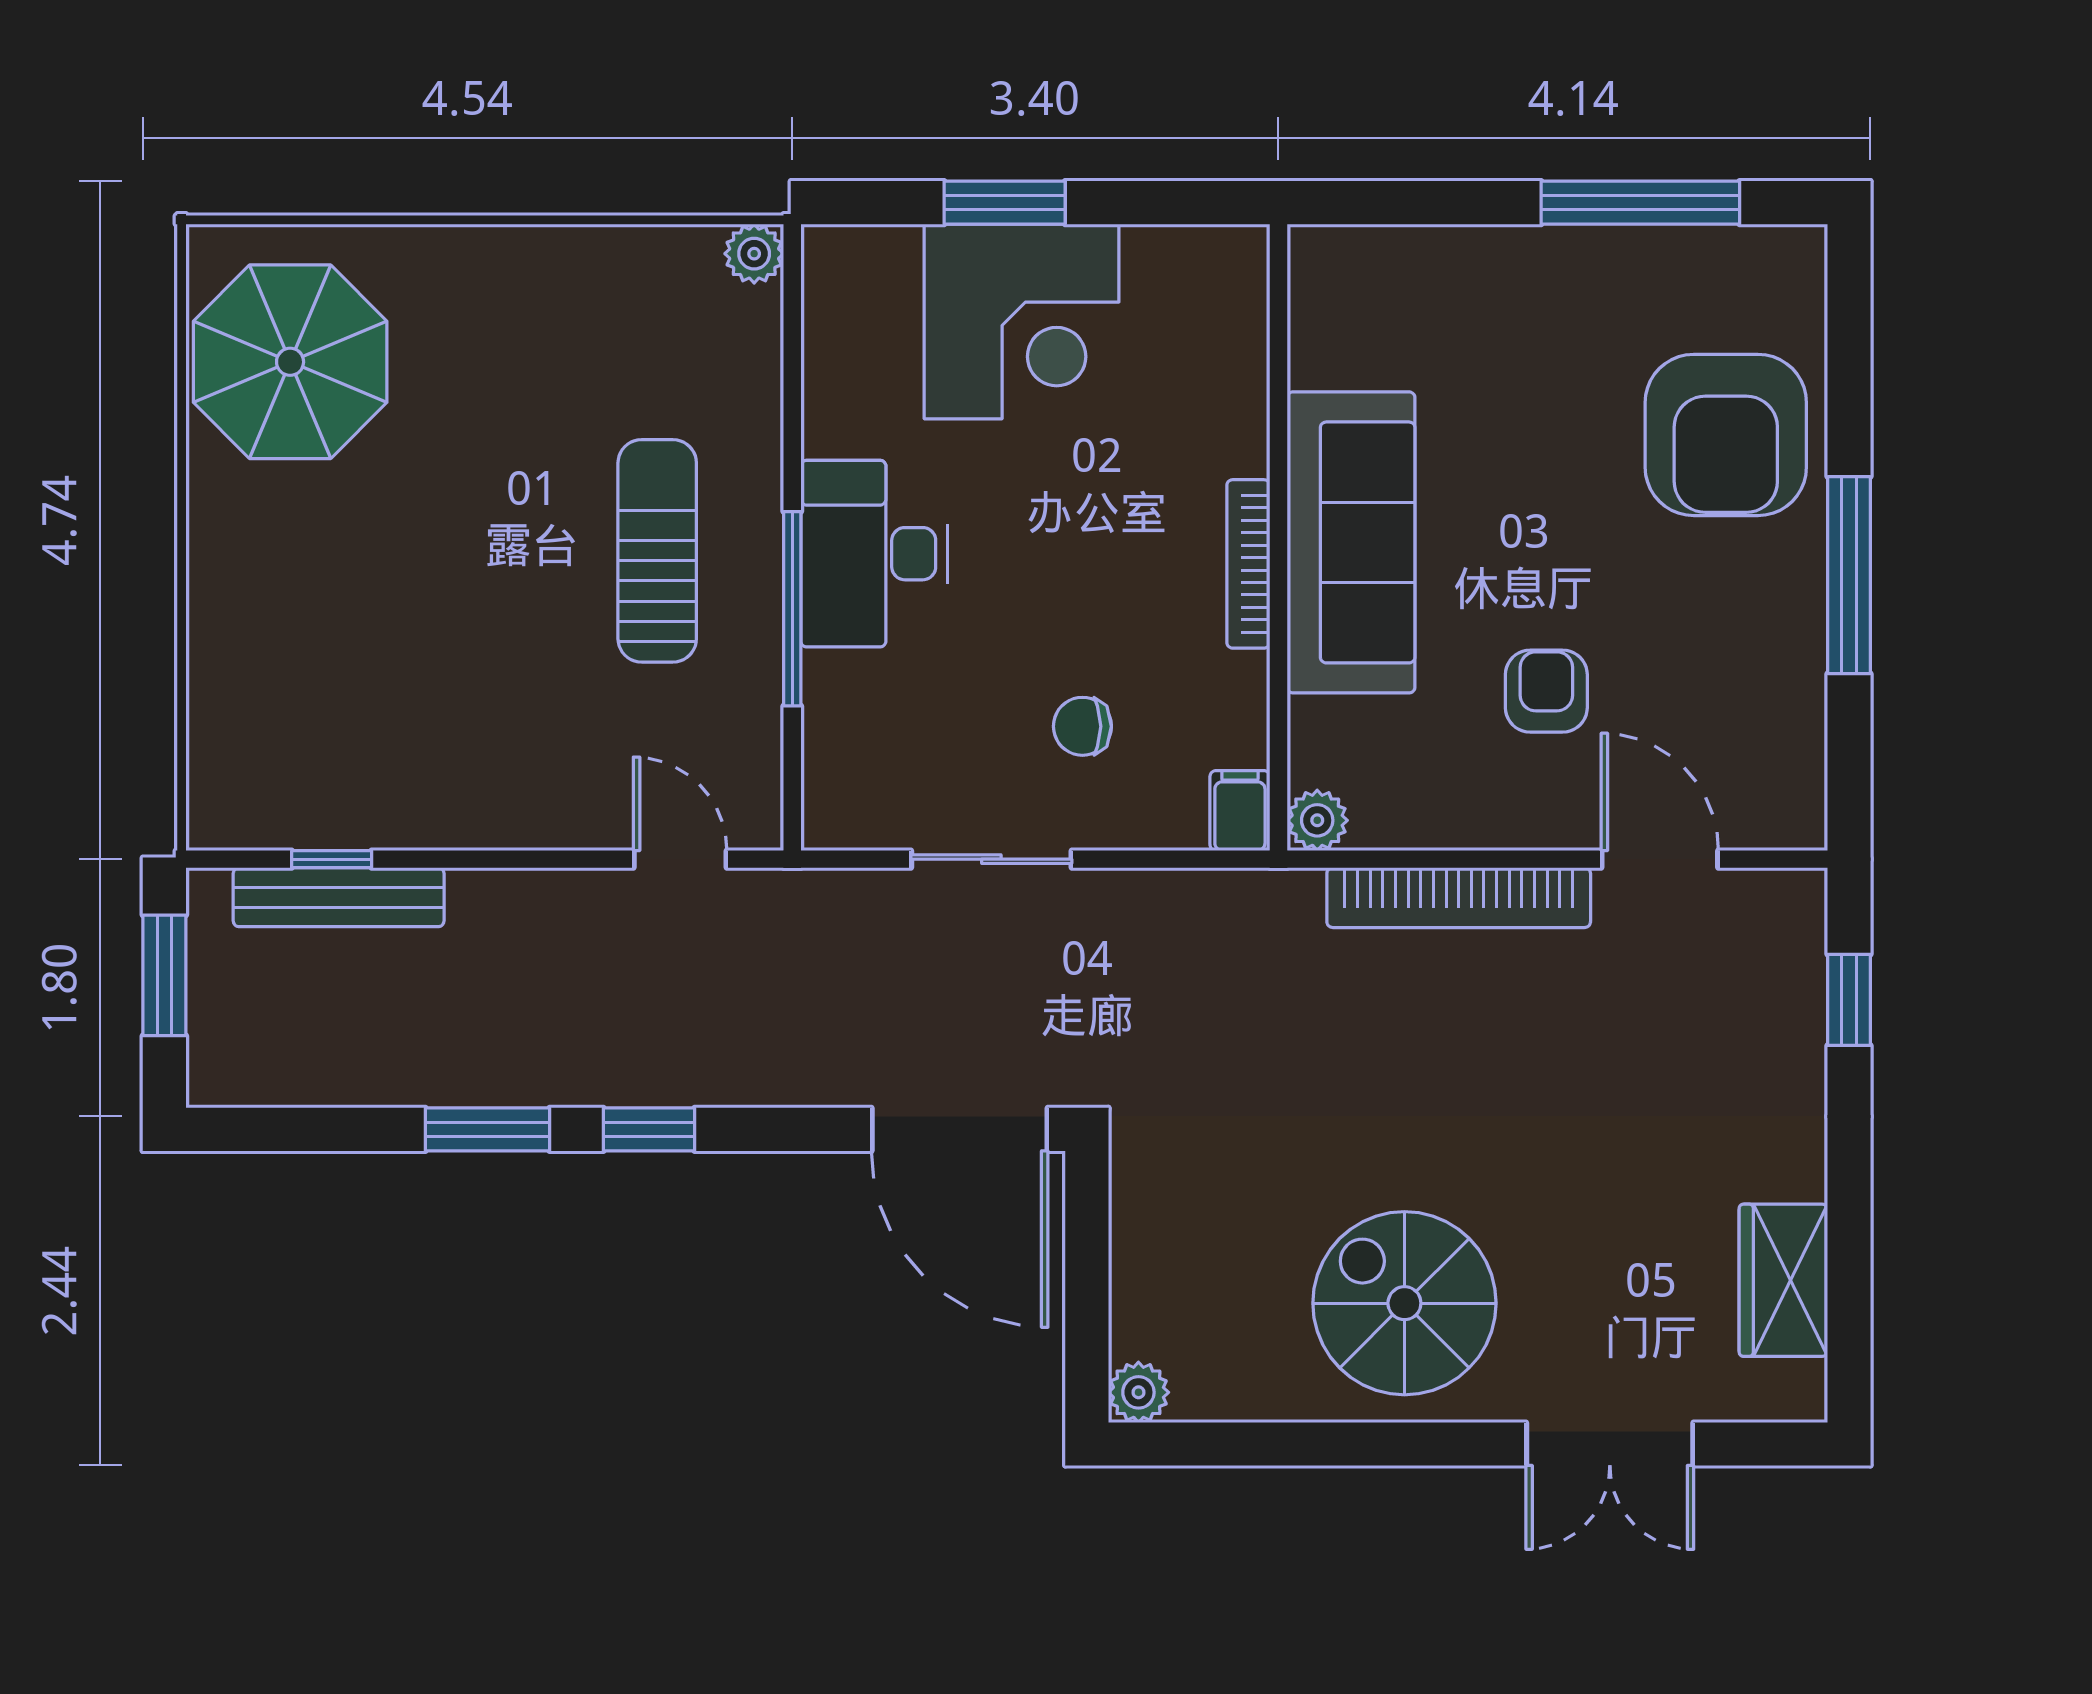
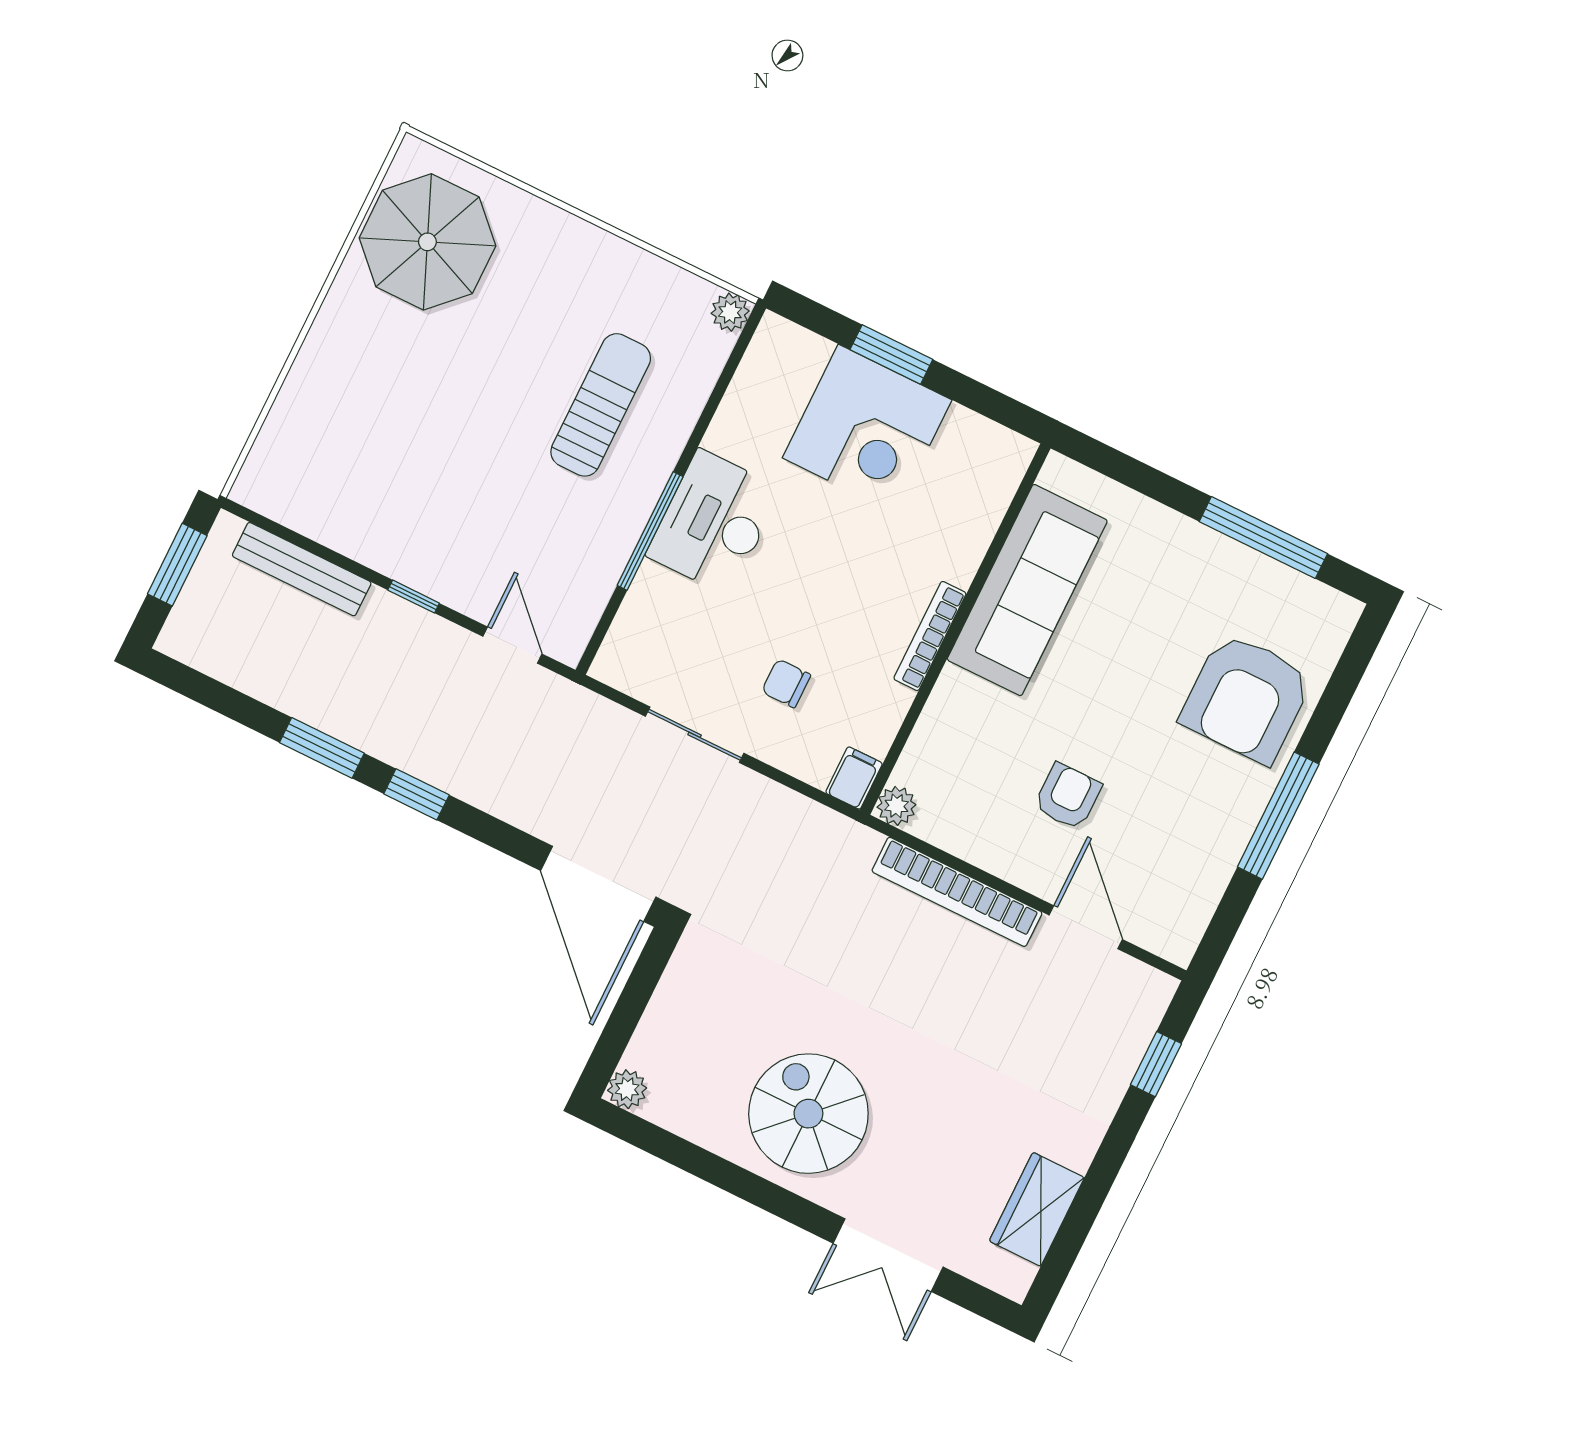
sofa: (1351, 542) -> (1027, 590), moved
sun lounger: (657, 551) -> (601, 405), moved
window: (332, 859) -> (414, 597), moved

